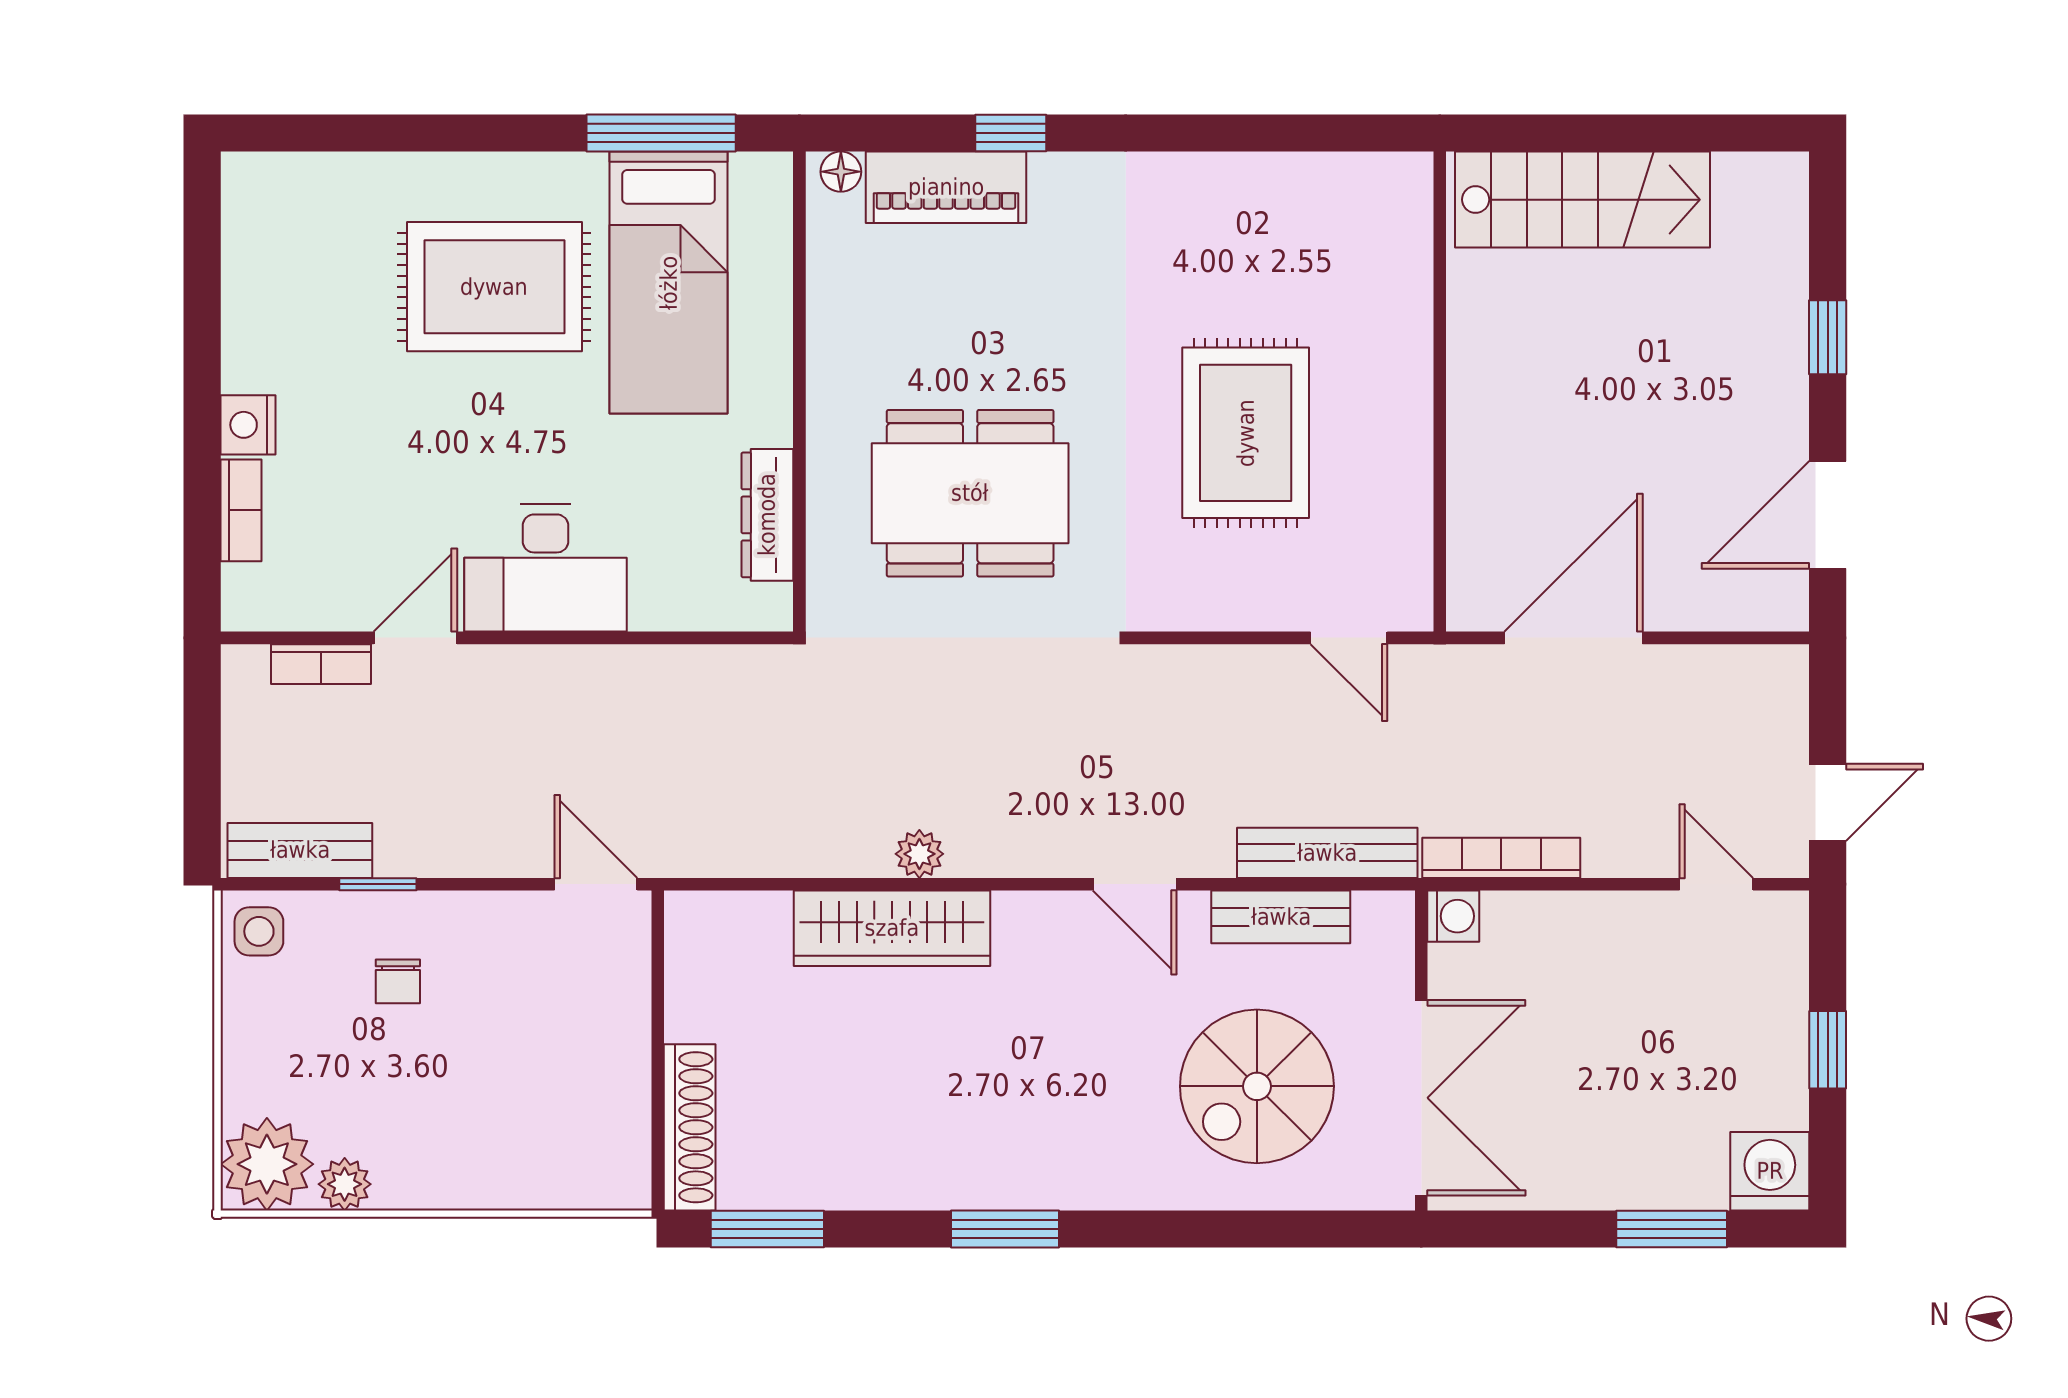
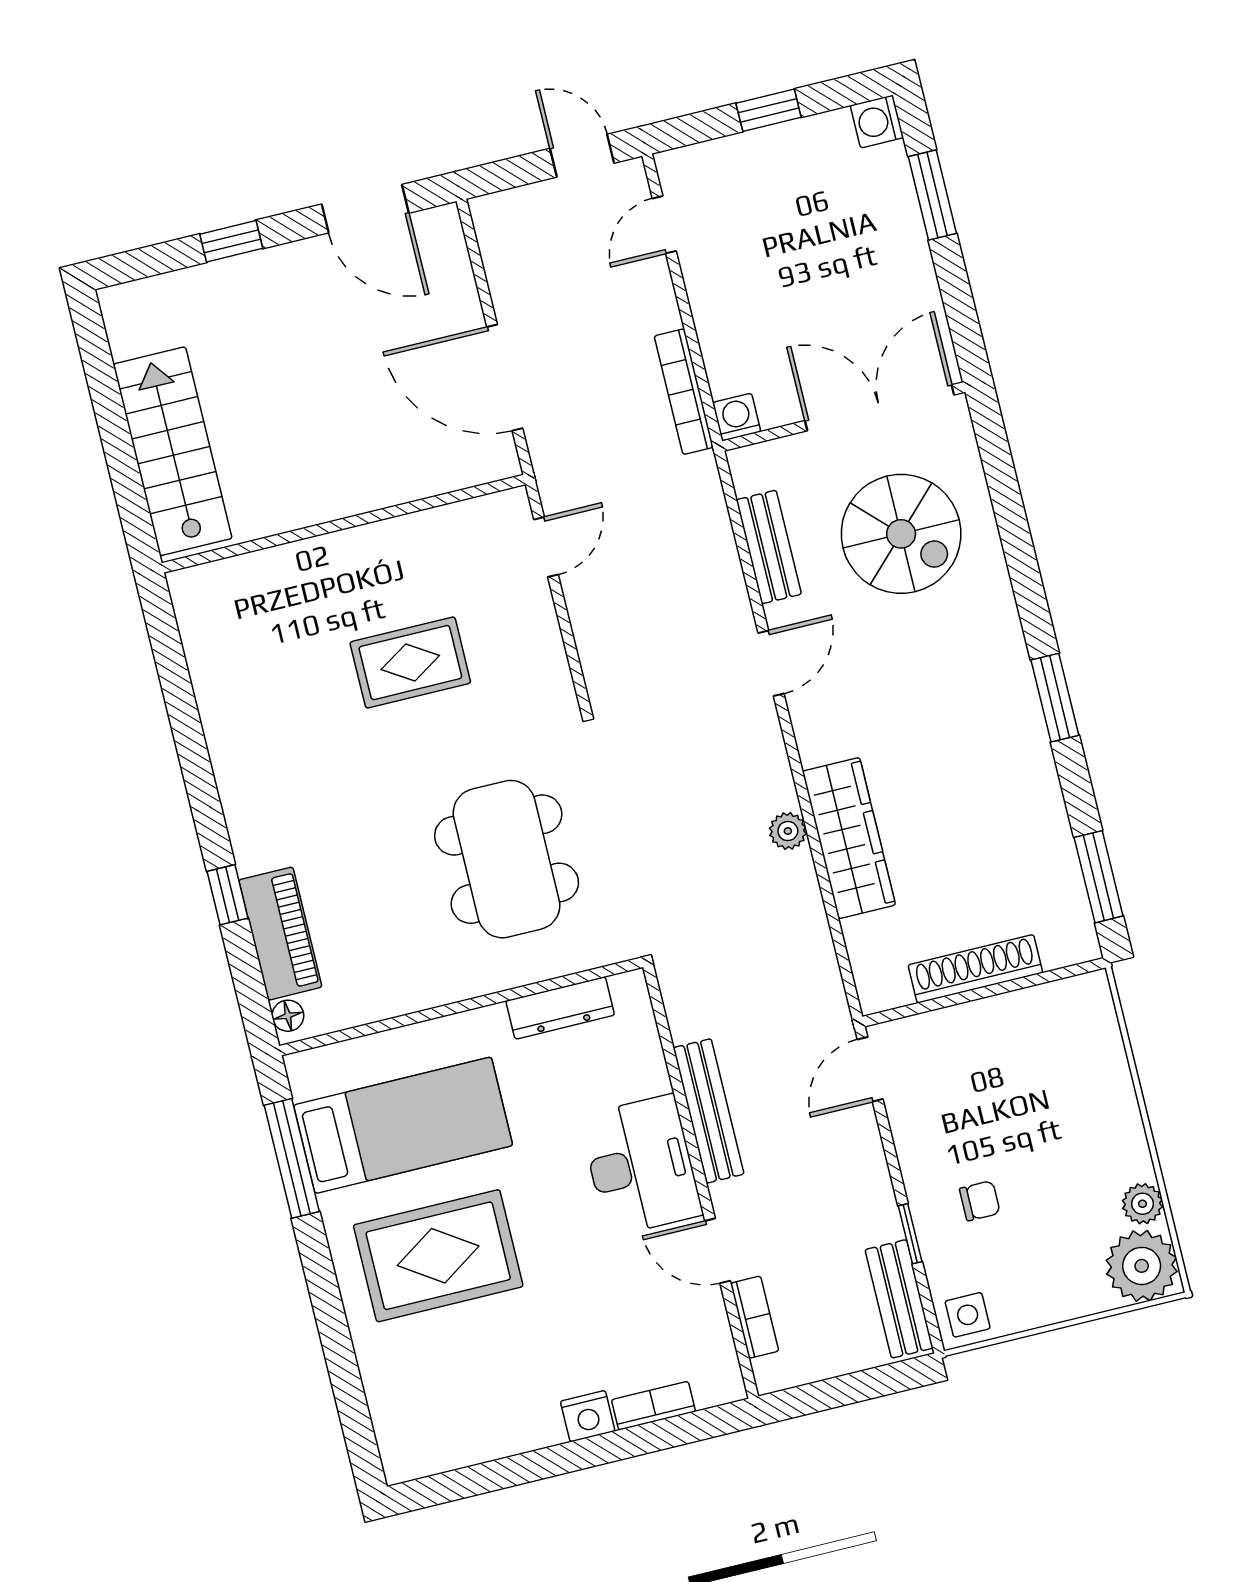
rug: (494, 287) -> (438, 1256), turned 90
rug: (1246, 433) -> (410, 663), width x0.73, depth x0.70
bench: (1327, 853) -> (709, 1111), moved
shoe rack: (690, 1127) -> (975, 969), moved
washing machine: (1770, 1171) -> (877, 121), width x0.73, depth x0.73

